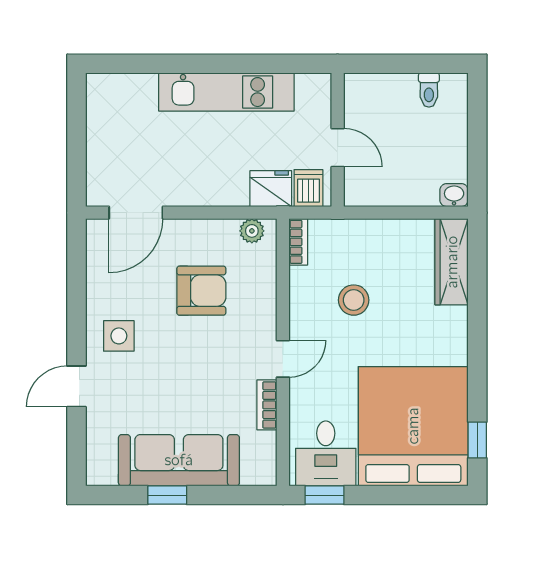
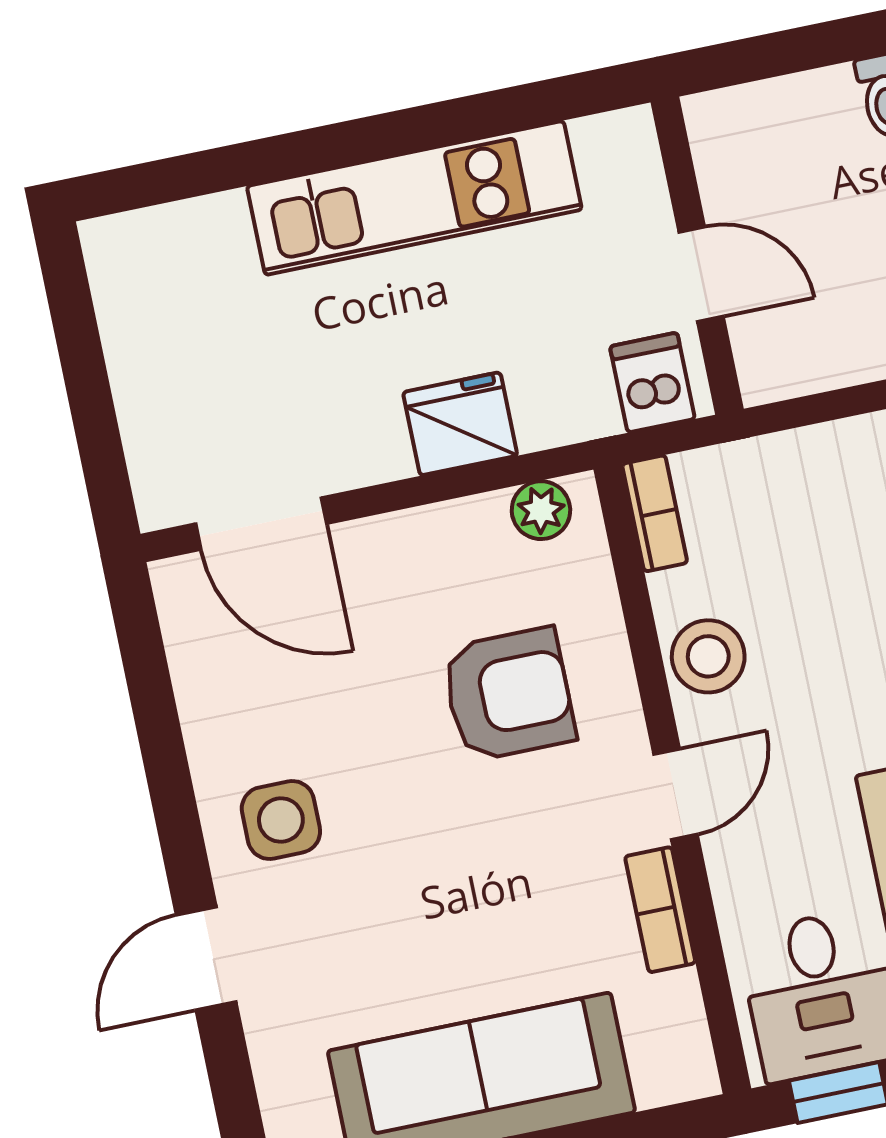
fridge: (271, 189) -> (460, 424), moved
door: (136, 213) -> (261, 524), hinge flipped
armchair: (201, 291) -> (508, 694), moved
stool: (354, 300) -> (708, 656), moved

